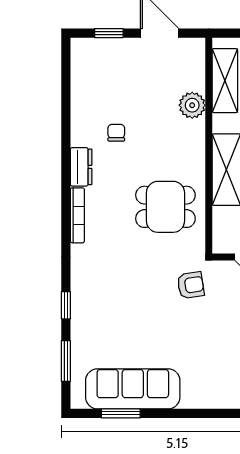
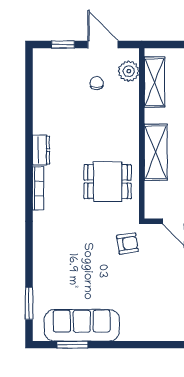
plant: (192, 105) -> (129, 71), moved
chair: (116, 133) -> (97, 83), moved
window: (66, 305) -> (29, 259), removed

